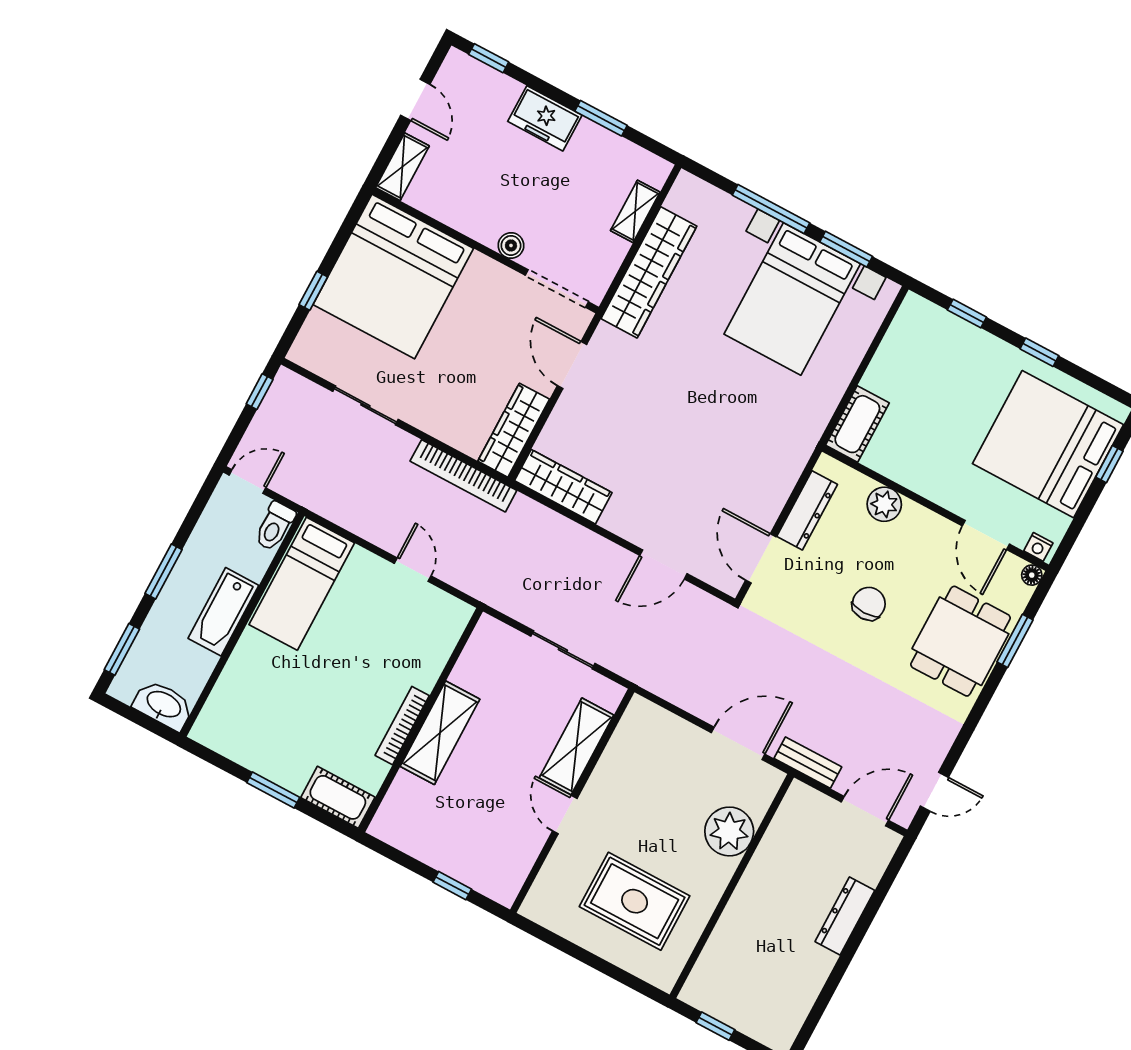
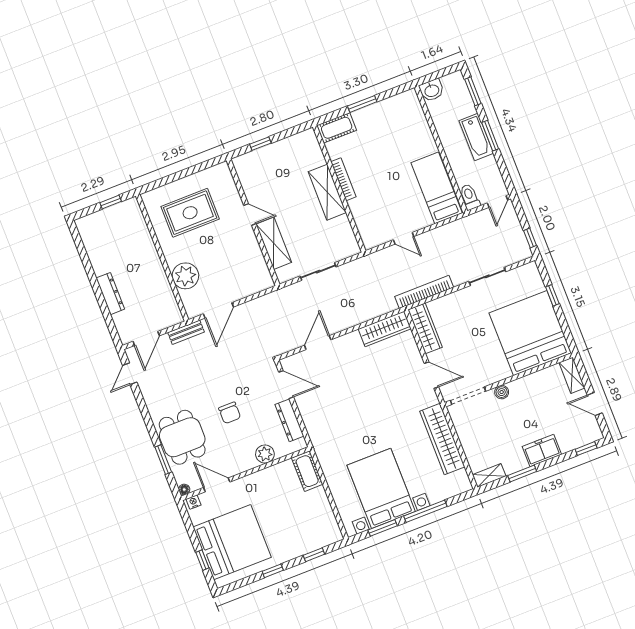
shelving: (635, 211) -> (489, 475), moved, turned 90
bathtub: (223, 612) -> (476, 137), moved, turned 180
washbasin: (163, 705) -> (432, 90), width x0.72

